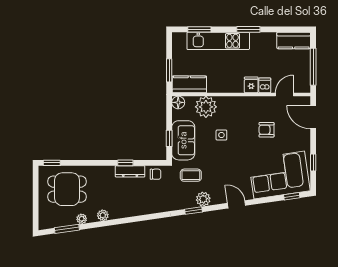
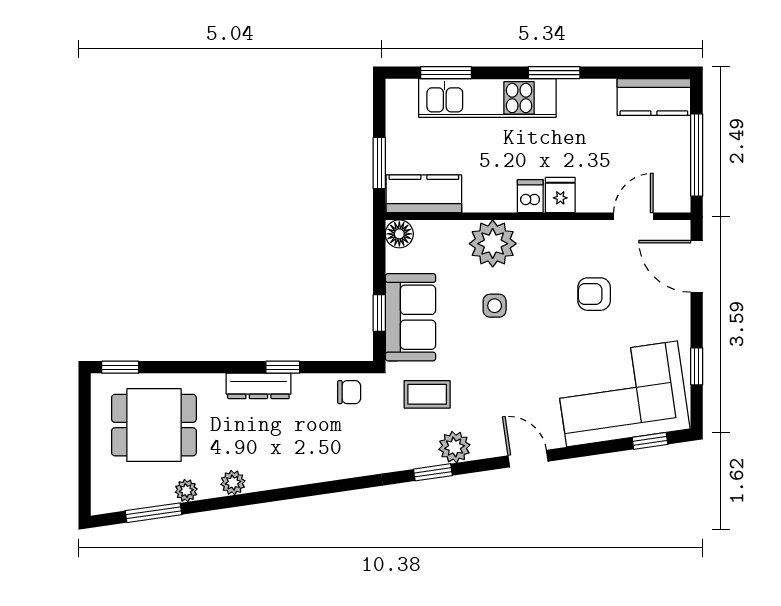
dishwasher: (265, 85) -> (530, 196), moved
plant: (206, 107) -> (493, 244), moved
dresser: (130, 171) -> (258, 386), moved

